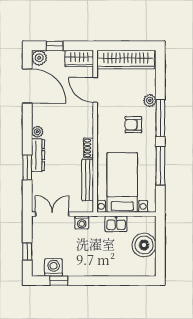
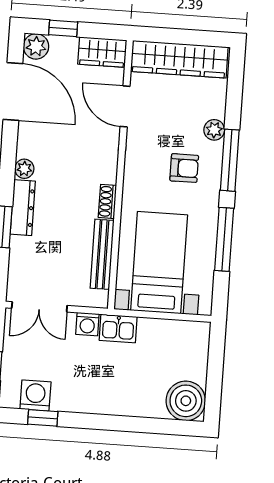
armchair: (133, 125) -> (184, 168), turned 180
double door: (52, 214) -> (39, 307), swing flipped
kitchen sink: (116, 224) -> (118, 328), moved
boiler: (144, 245) -> (186, 401), moved

